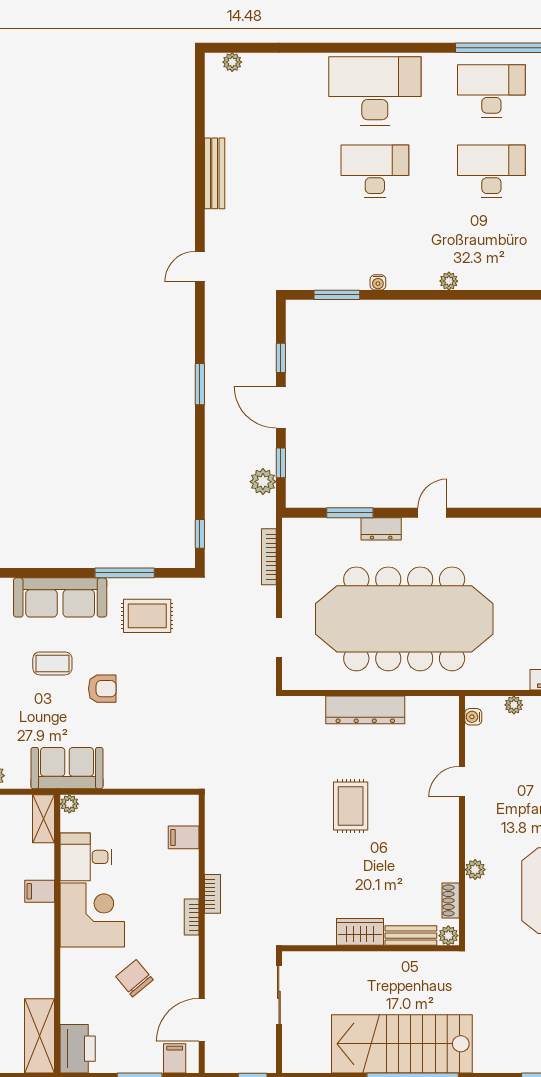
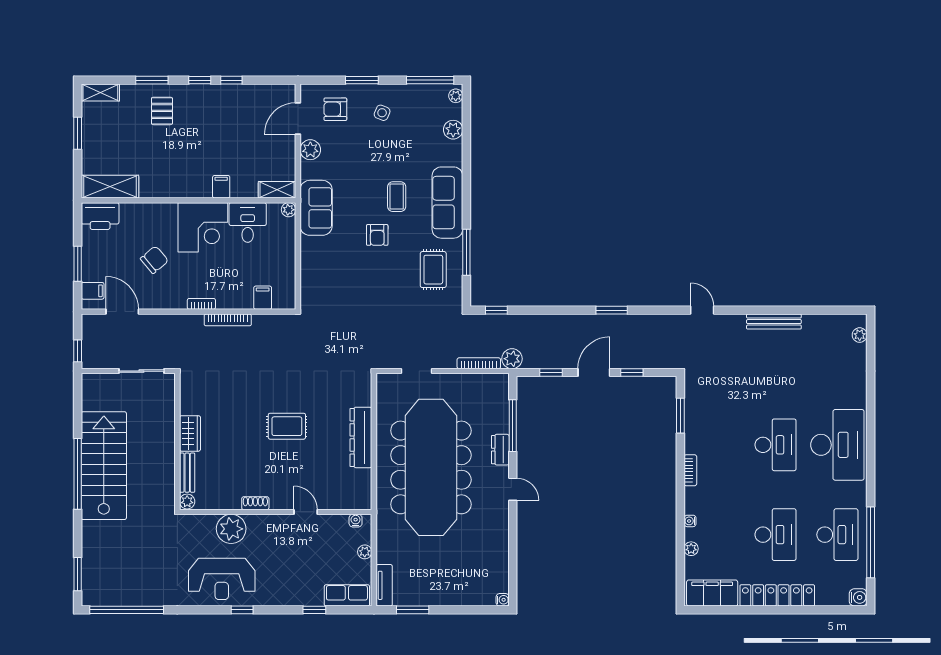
plant: (449, 281) -> (691, 549), moved
water cooler: (378, 282) -> (690, 521), moved
bookcase: (408, 282) -> (690, 470), added
plant: (263, 482) -> (512, 359), moved
window: (350, 513) -> (513, 426), width x1.44
plant: (475, 870) -> (231, 529), width x1.88, depth x1.88
bookcase: (213, 894) -> (228, 320), width x1.56
shoe rack: (451, 900) -> (255, 503), moved

